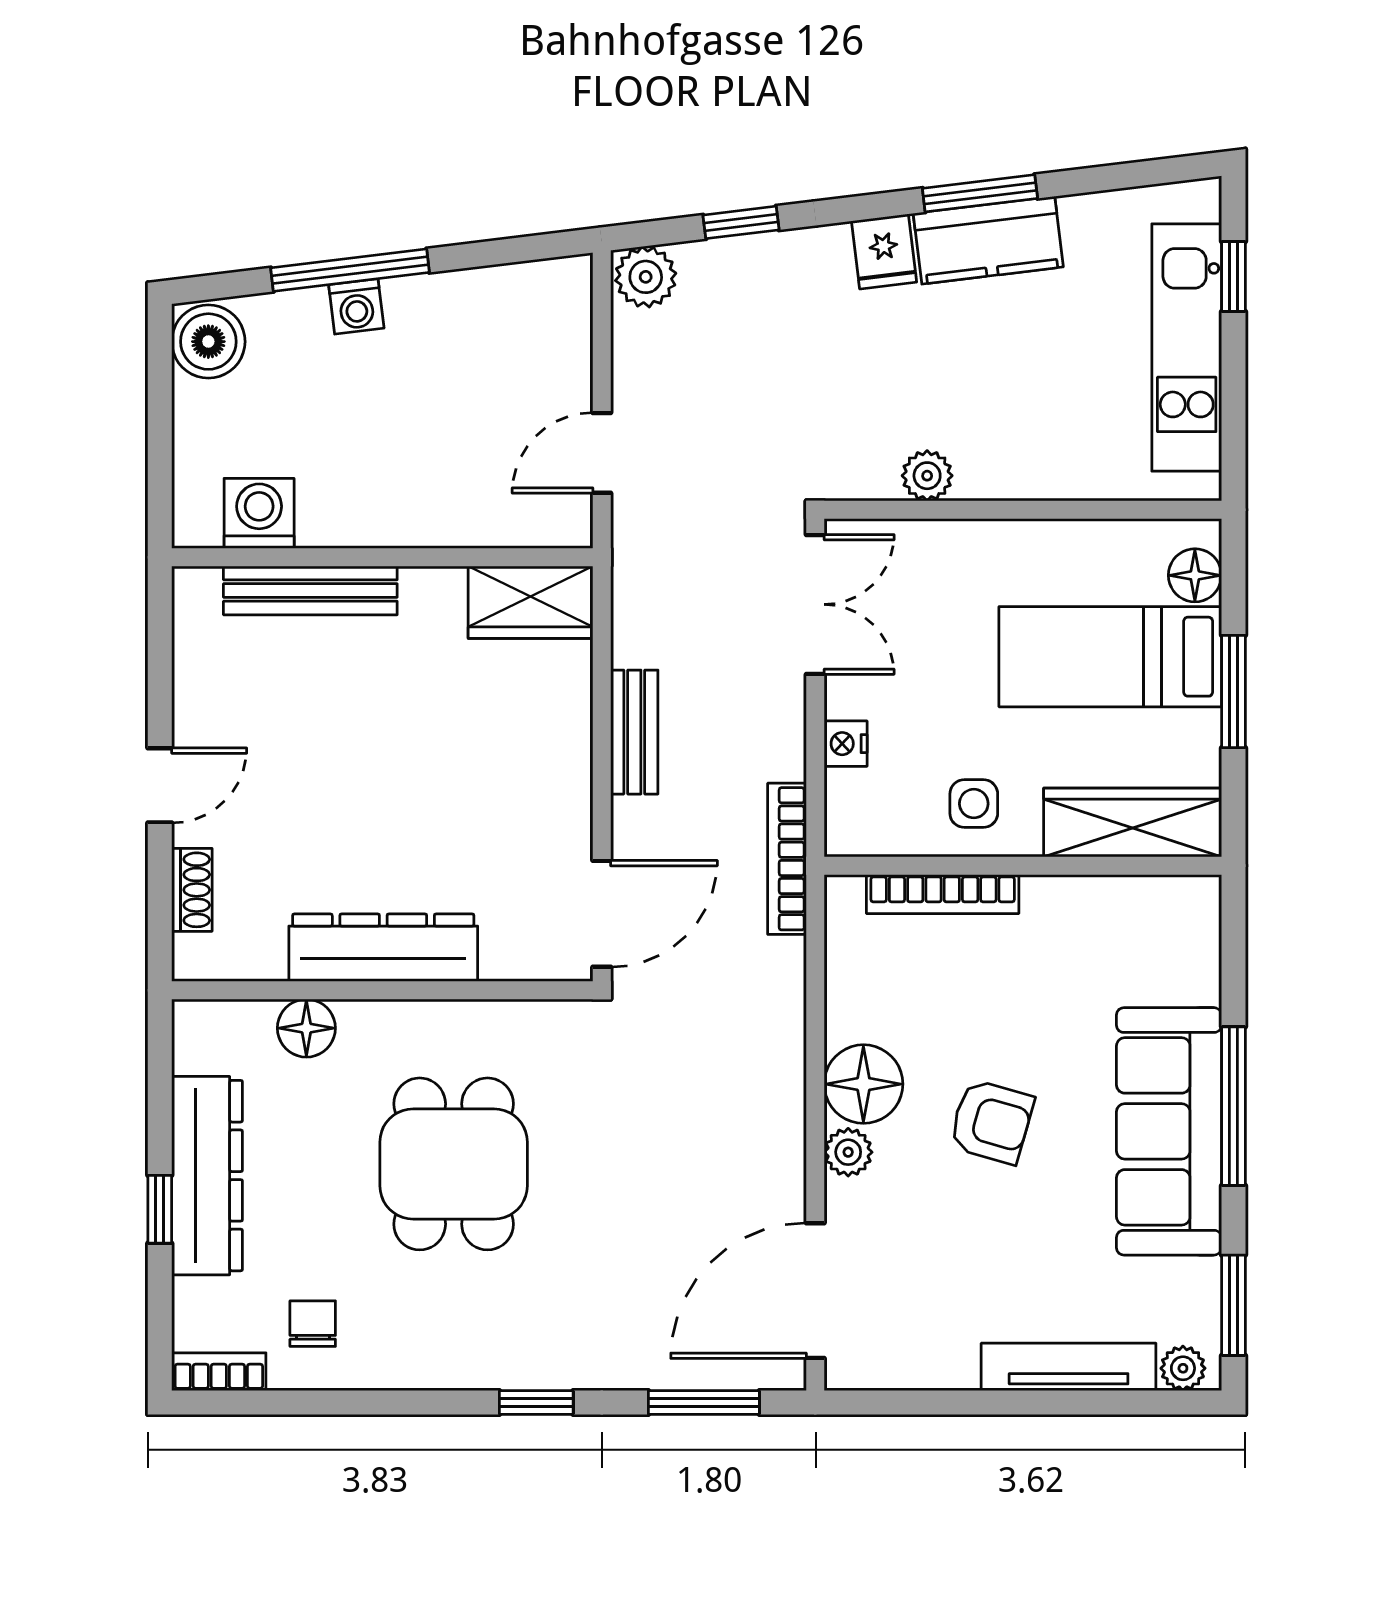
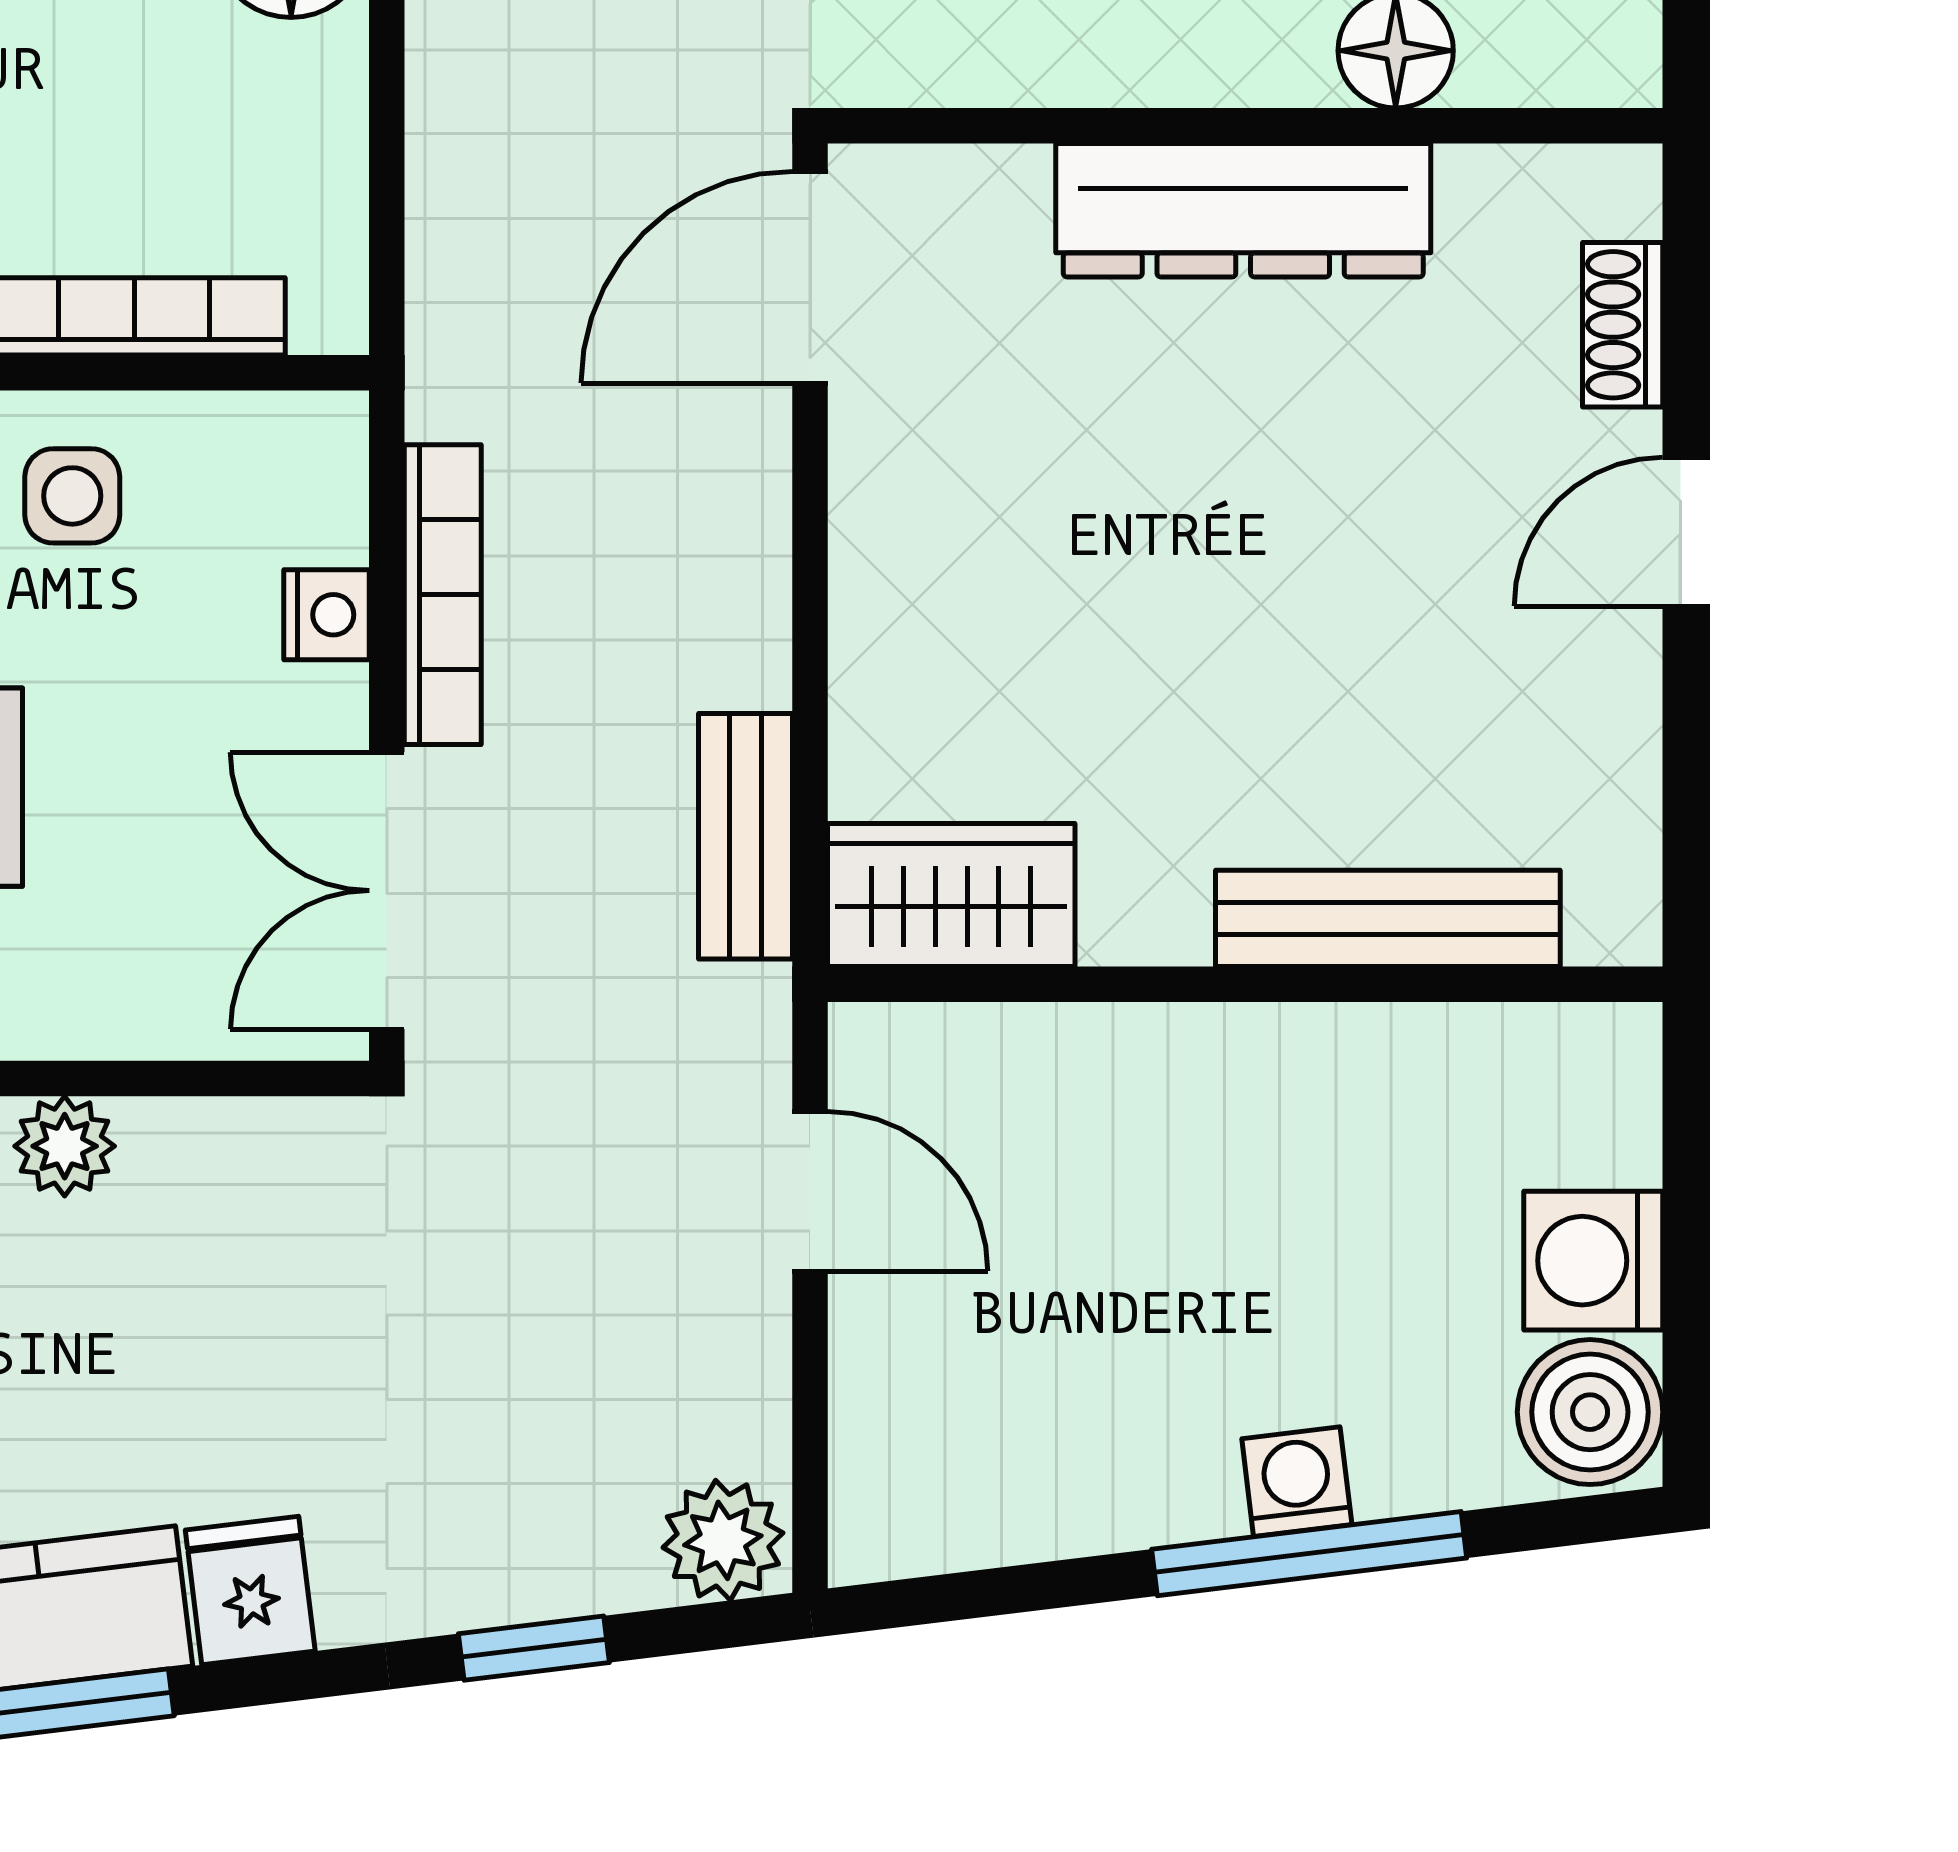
door: (602, 453) -> (810, 1191), hinge flipped
plant: (927, 476) -> (65, 1146), moved
washing machine: (259, 513) -> (1593, 1261), moved, turned 90
bench: (634, 732) -> (745, 836), moved
bookcase: (787, 859) -> (443, 595), moved

